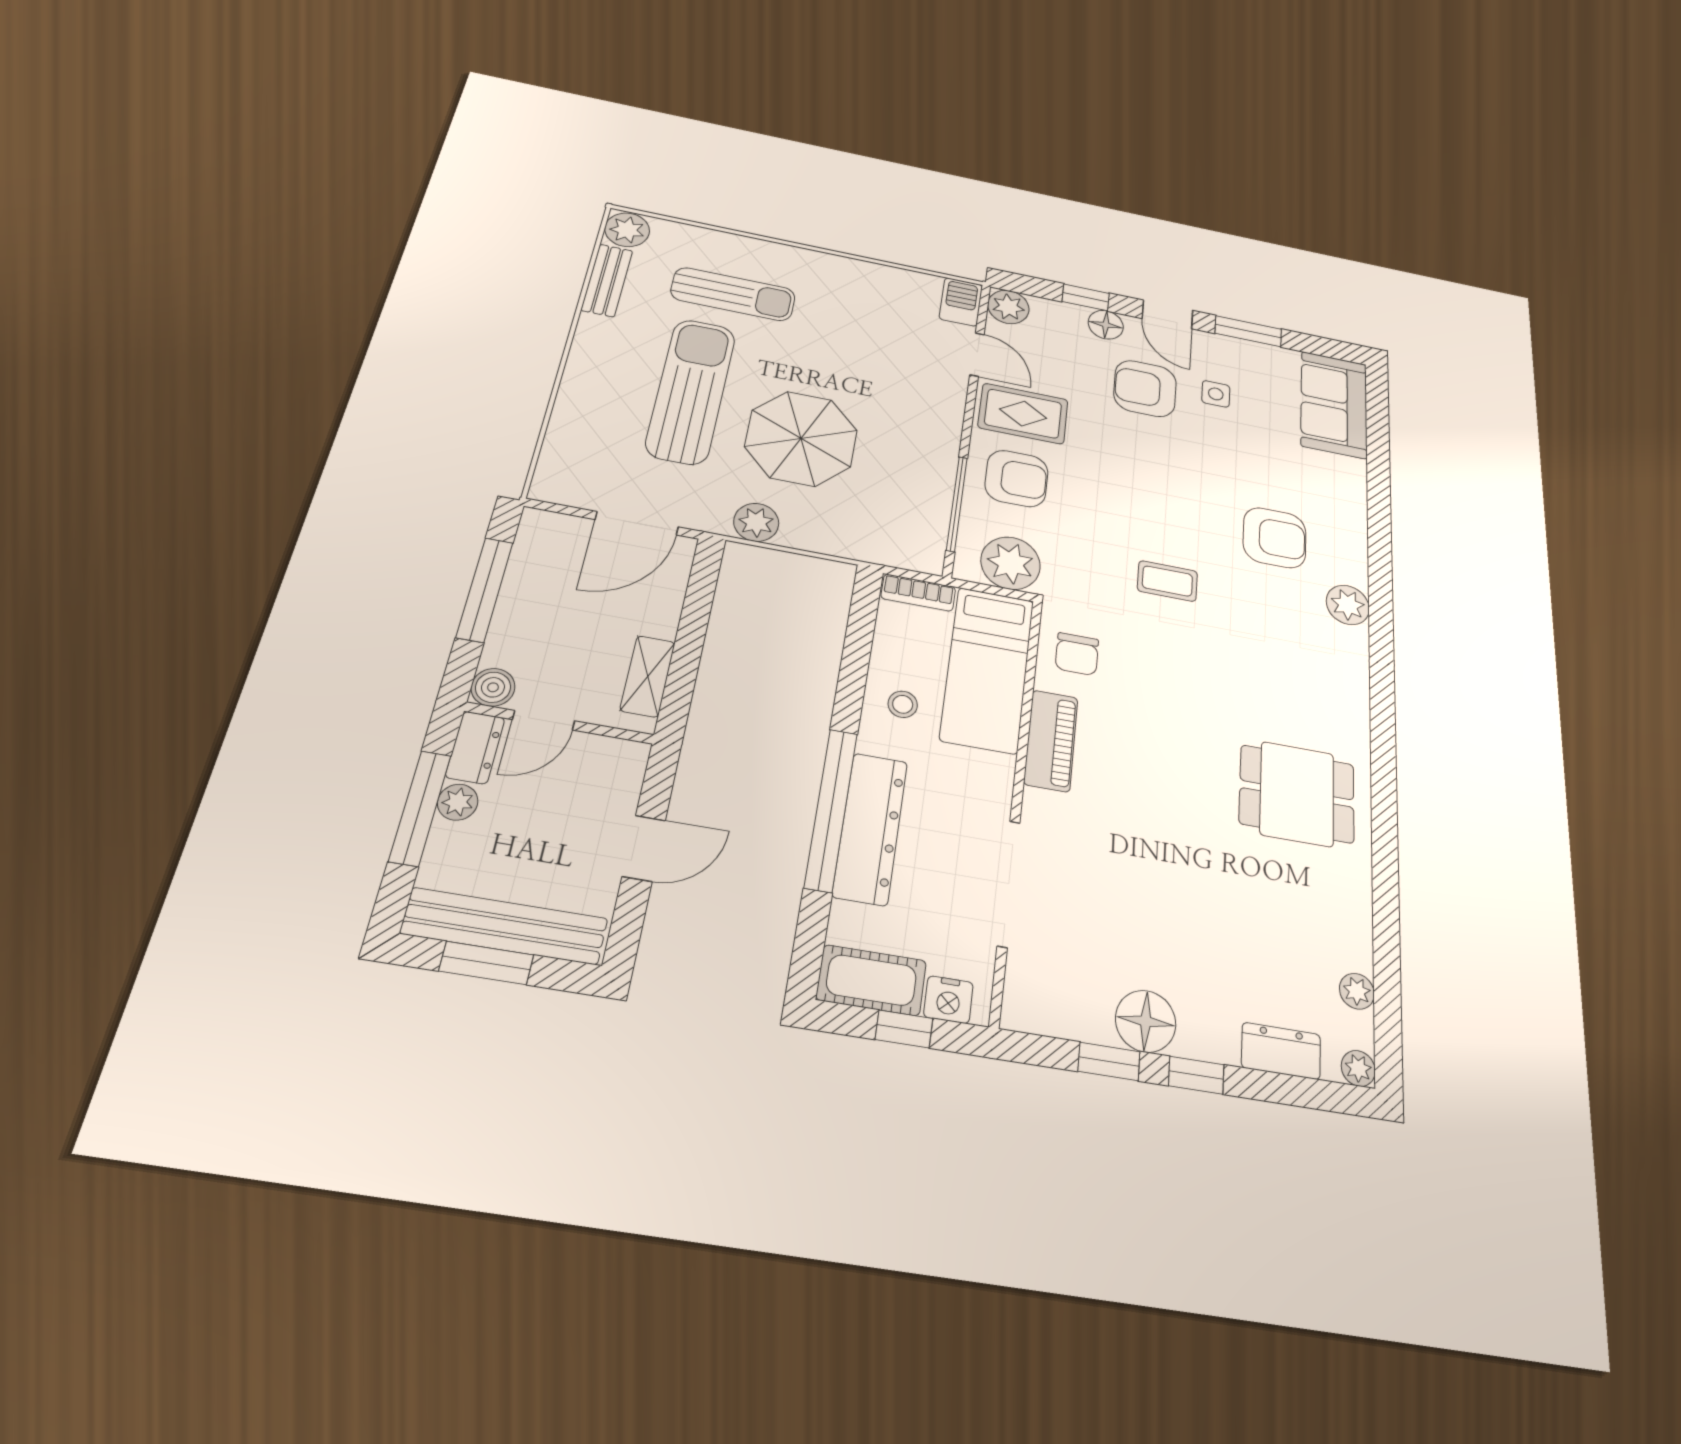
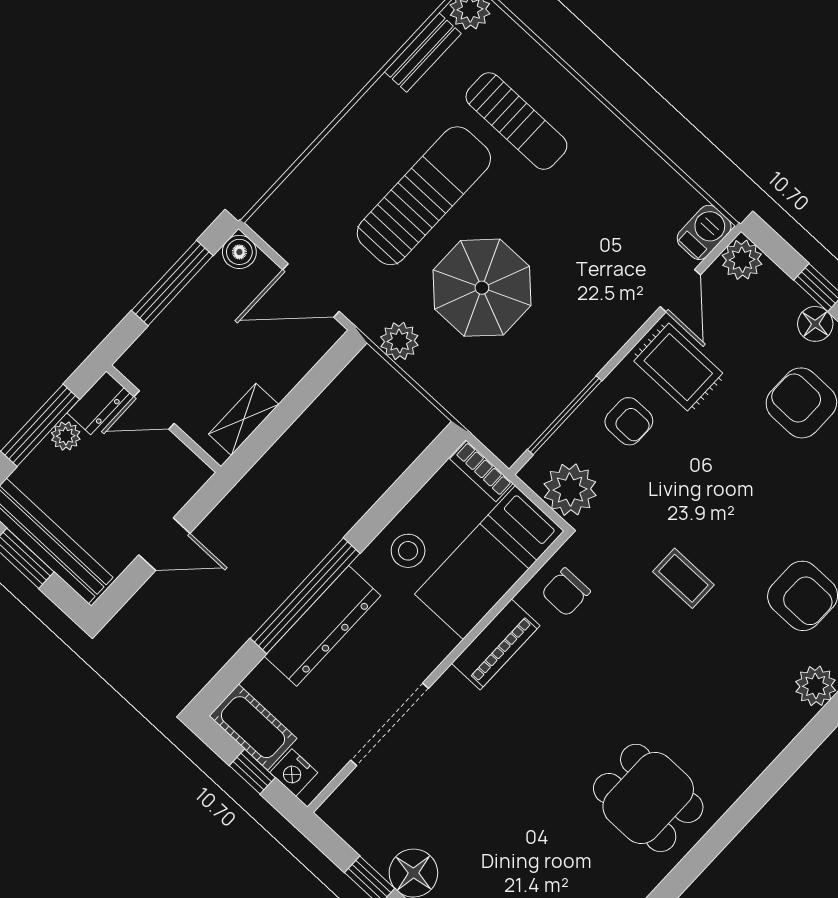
armchair: (1016, 478) -> (629, 421), width x0.72, depth x0.72
boiler: (493, 687) -> (239, 252), moved
stool: (903, 704) -> (408, 551), width x1.37, depth x1.37

